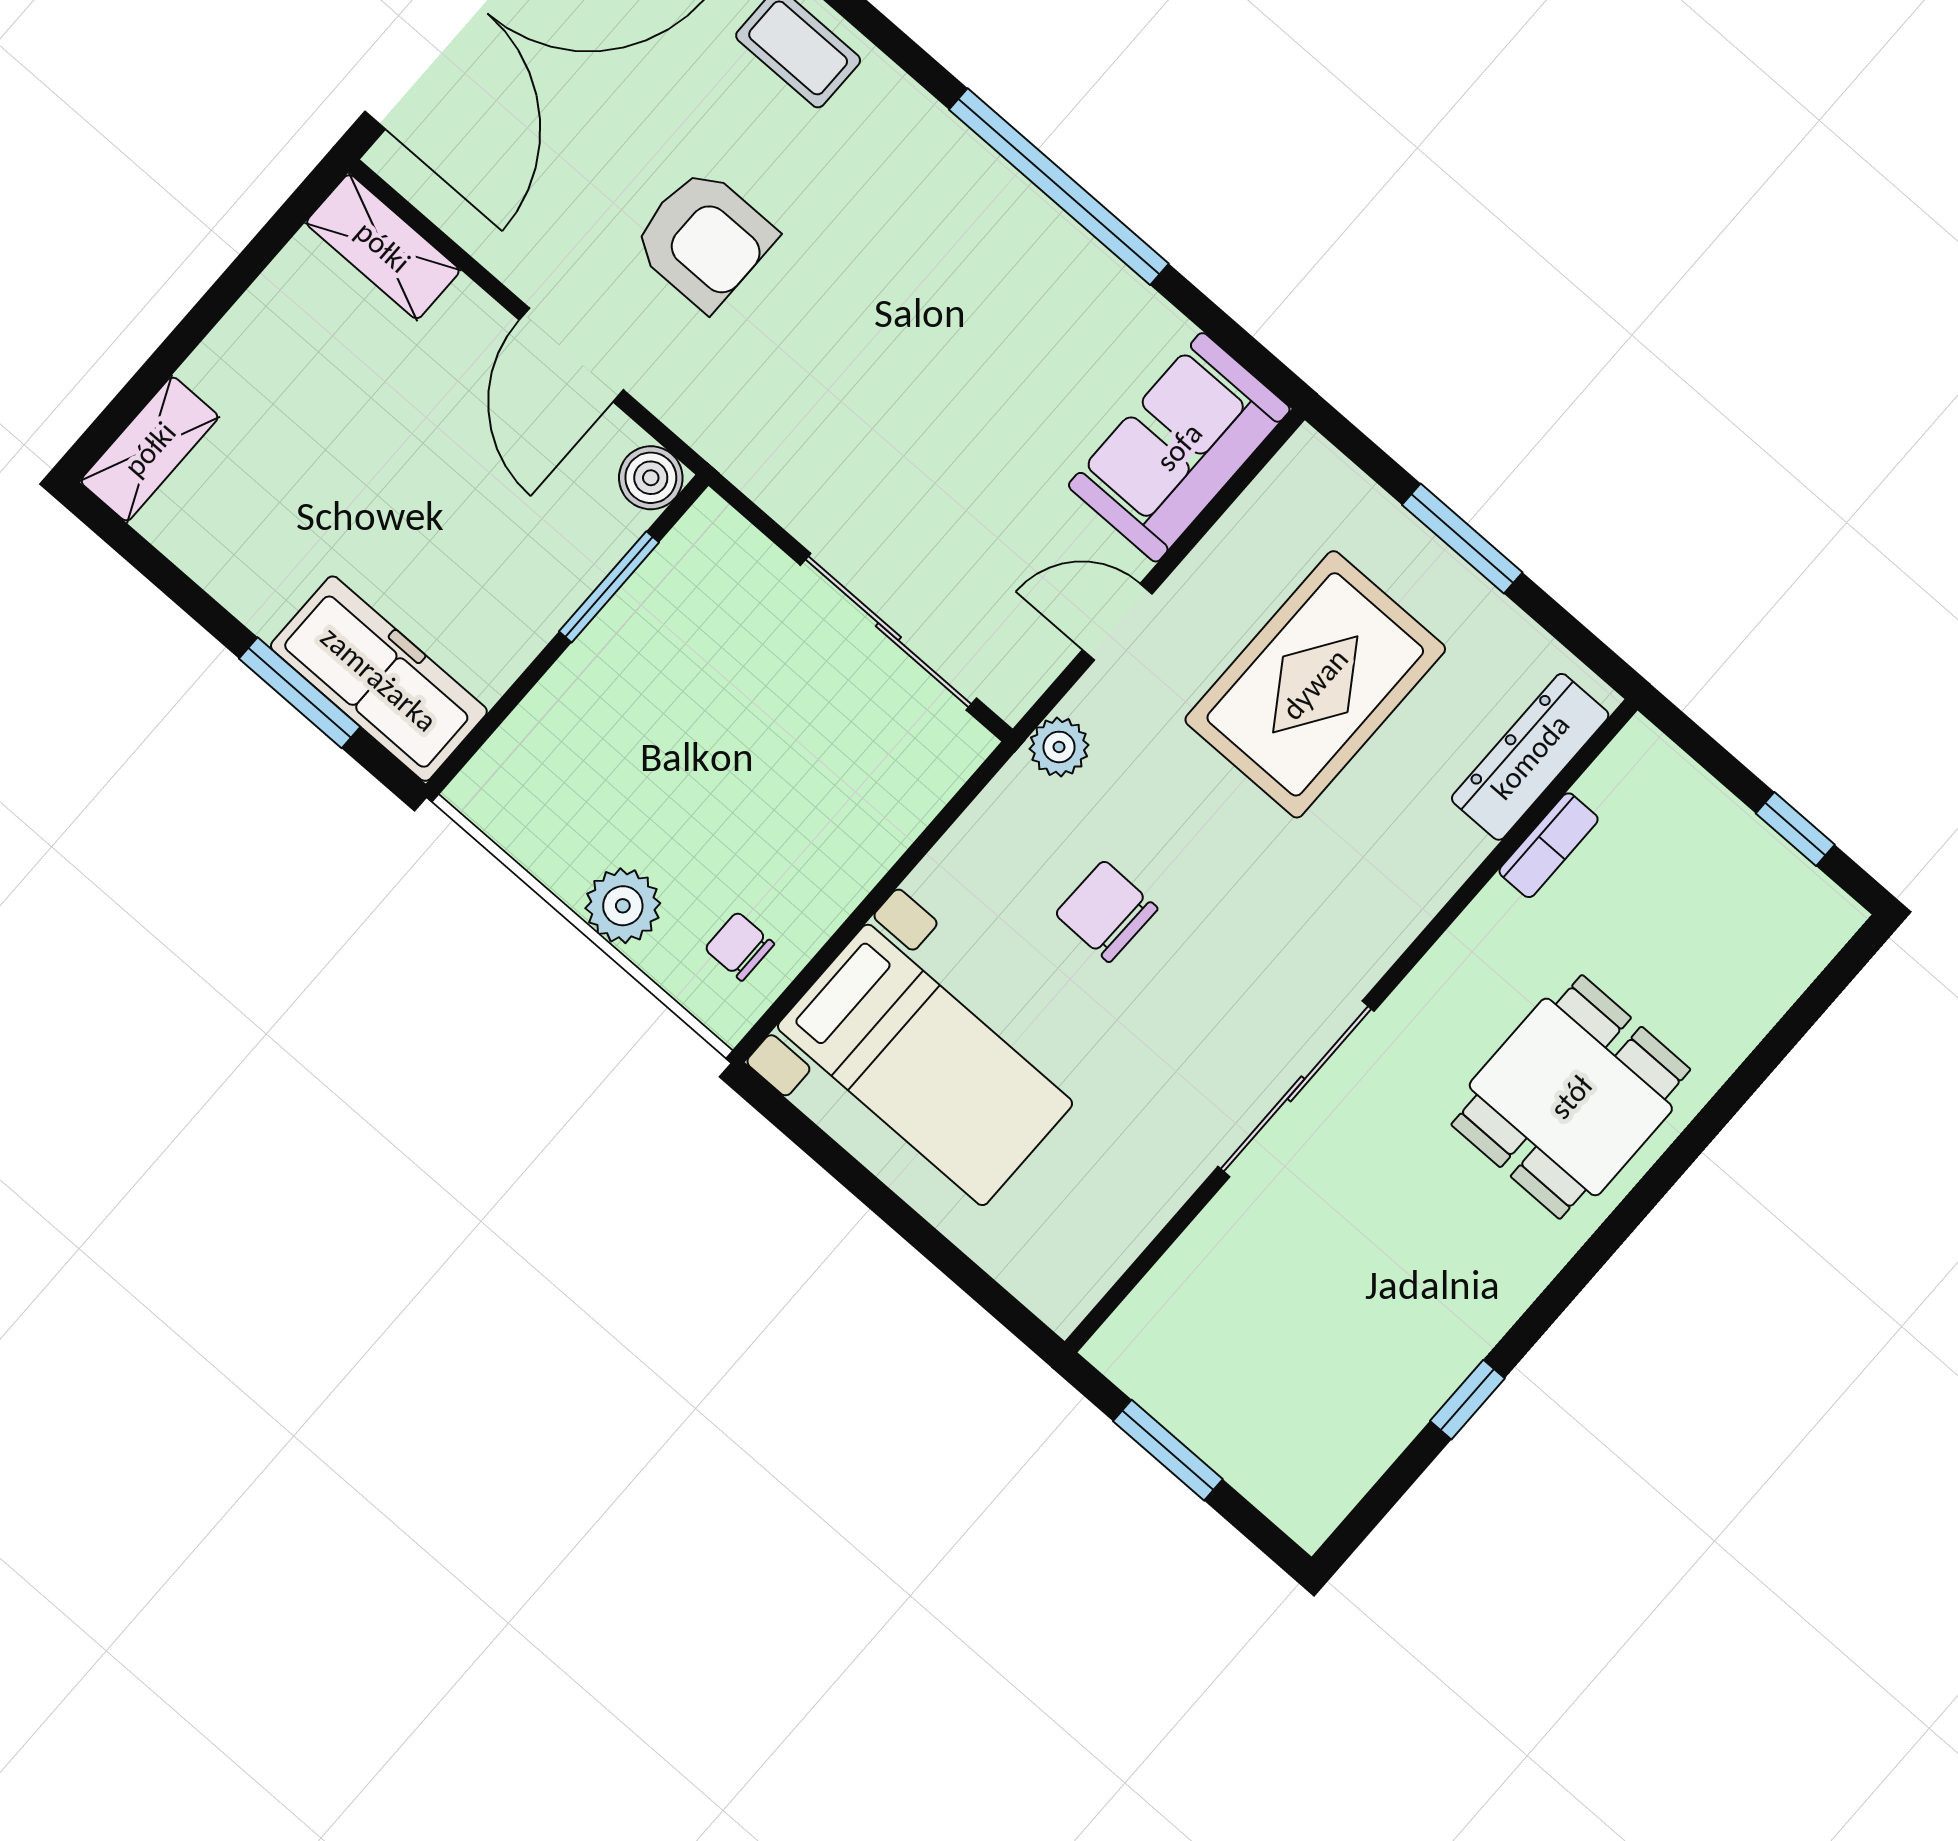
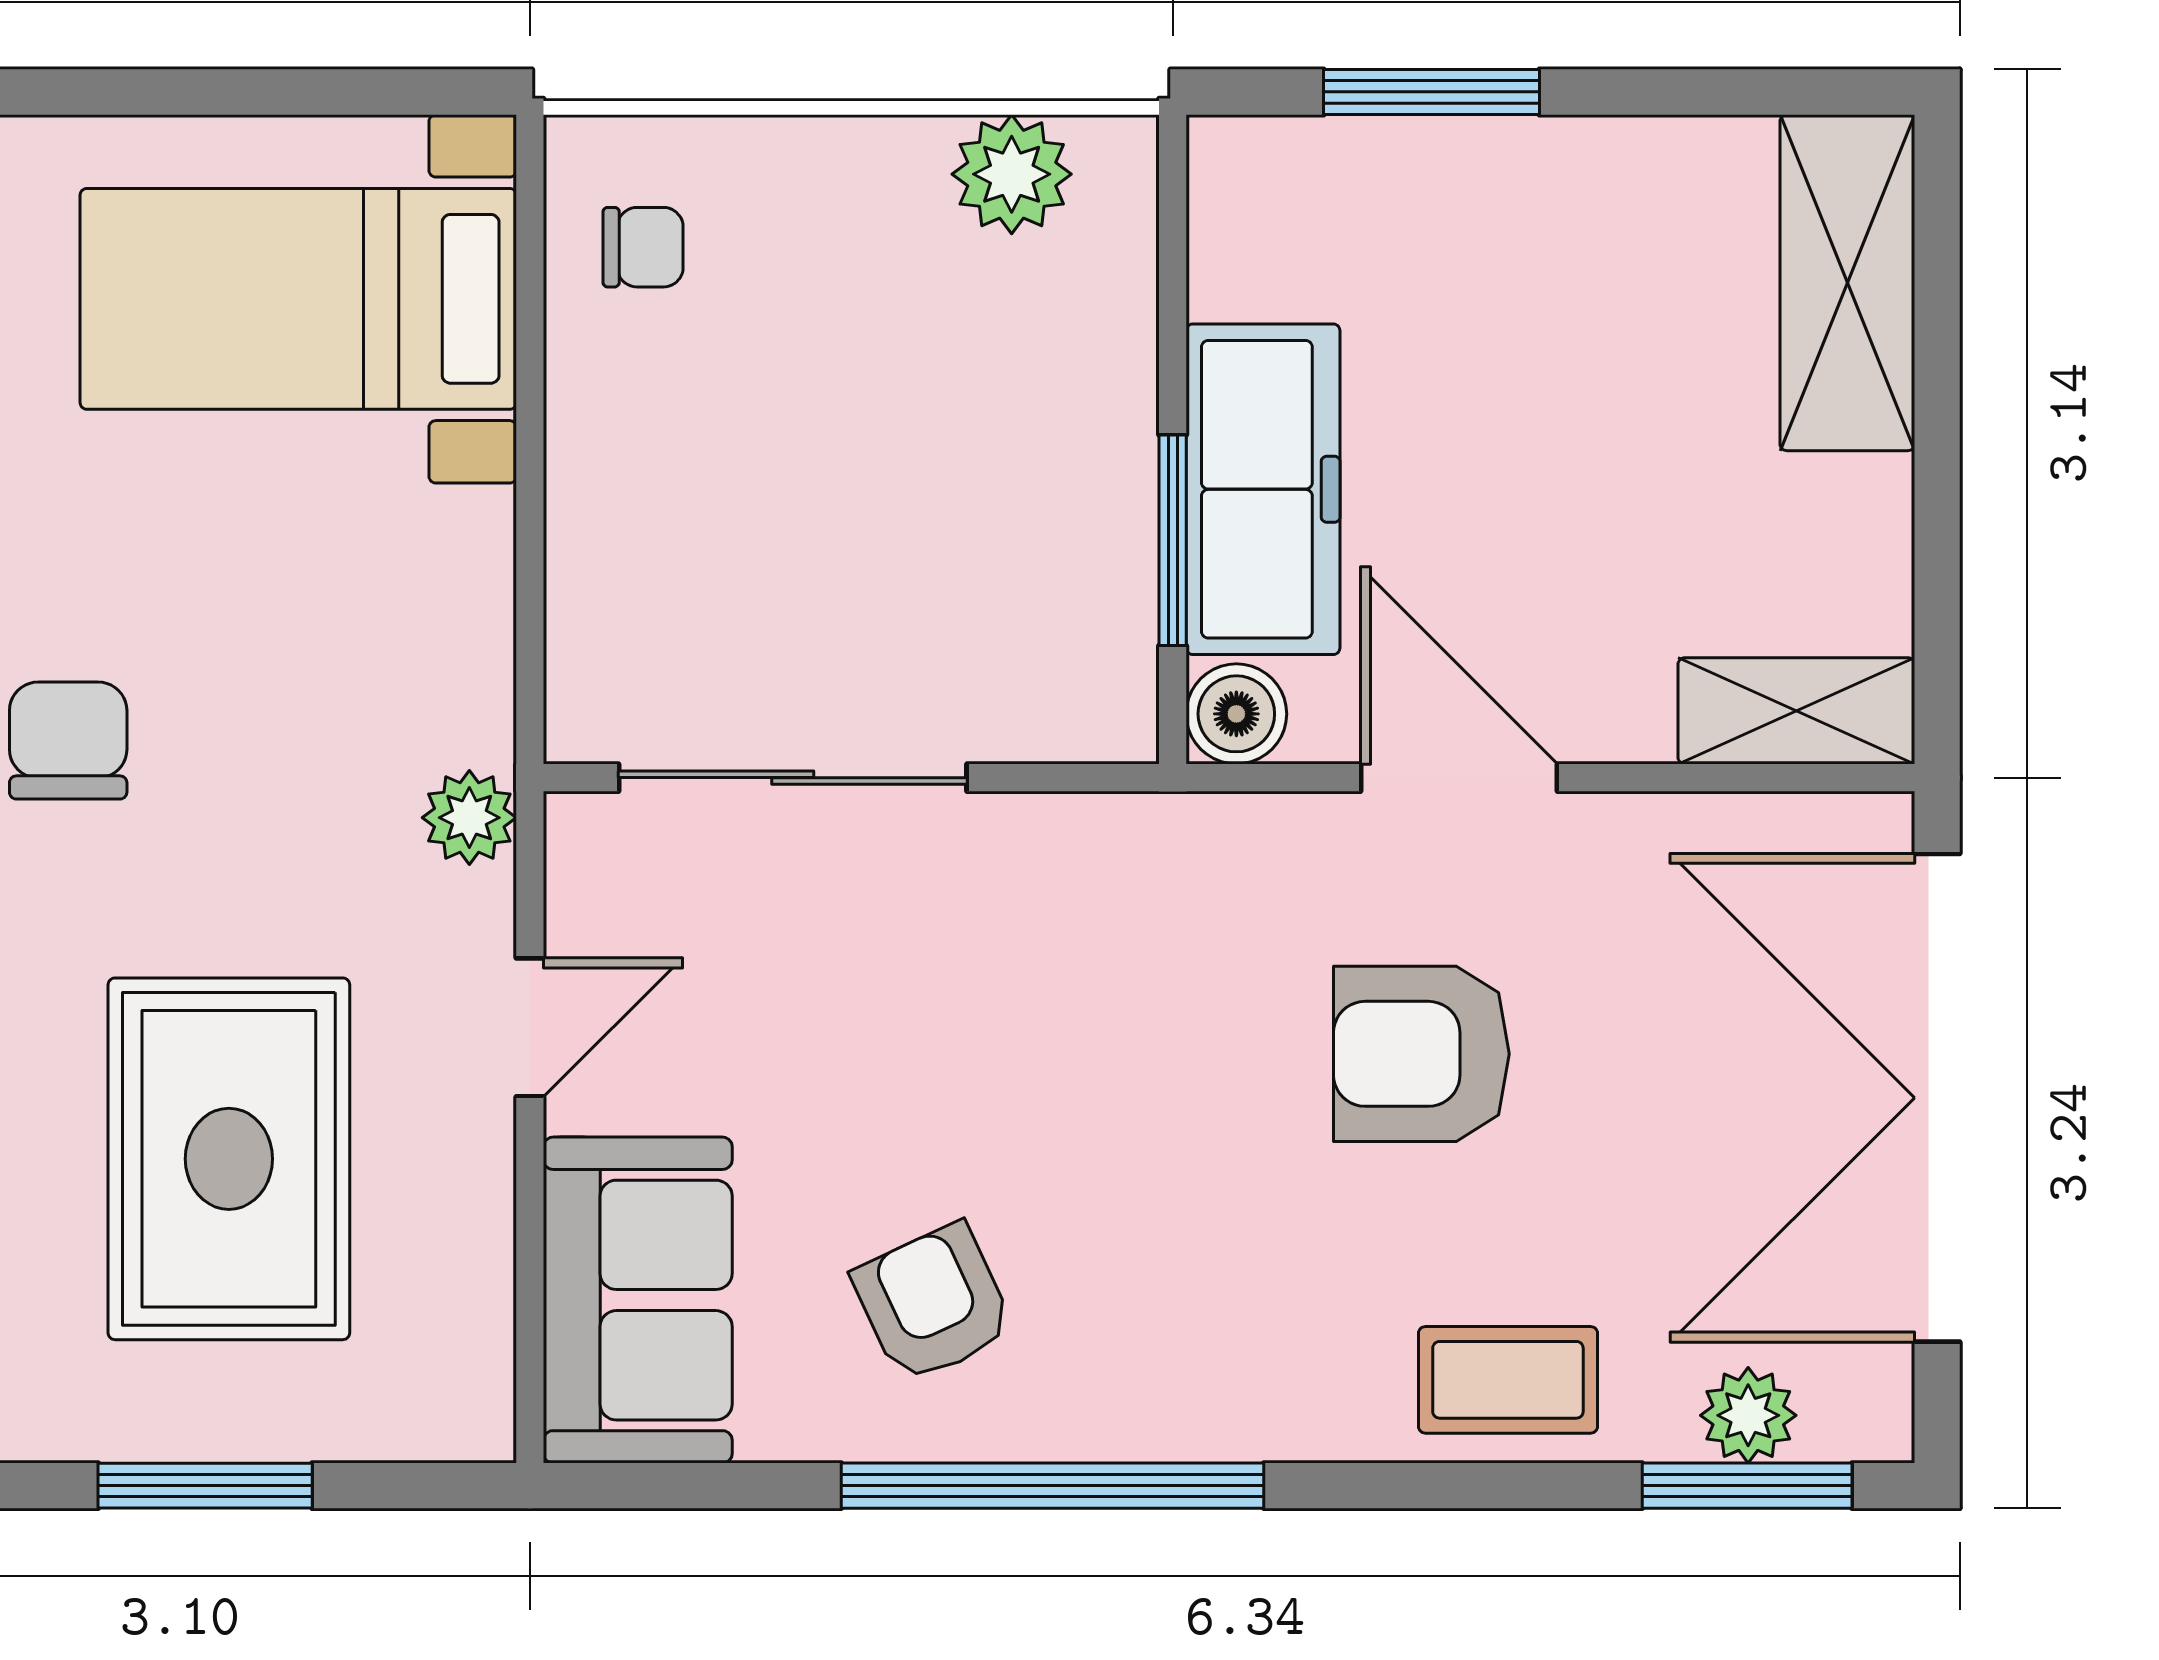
armchair: (1040, 323) -> (933, 1303), added
shelving: (150, 449) -> (1847, 283), width x1.50, depth x1.33
freezer: (379, 679) -> (1263, 489), moved, turned -90
plant: (623, 906) -> (1012, 174), moved
chair: (1106, 911) -> (68, 740), moved, turned -91

